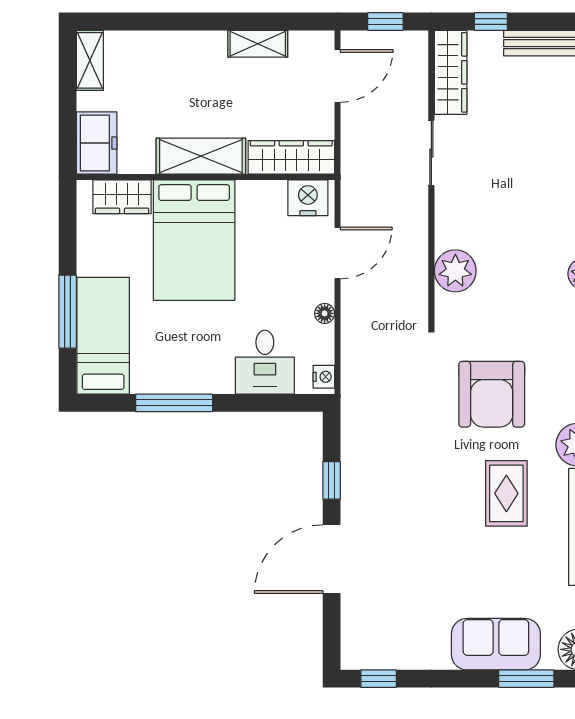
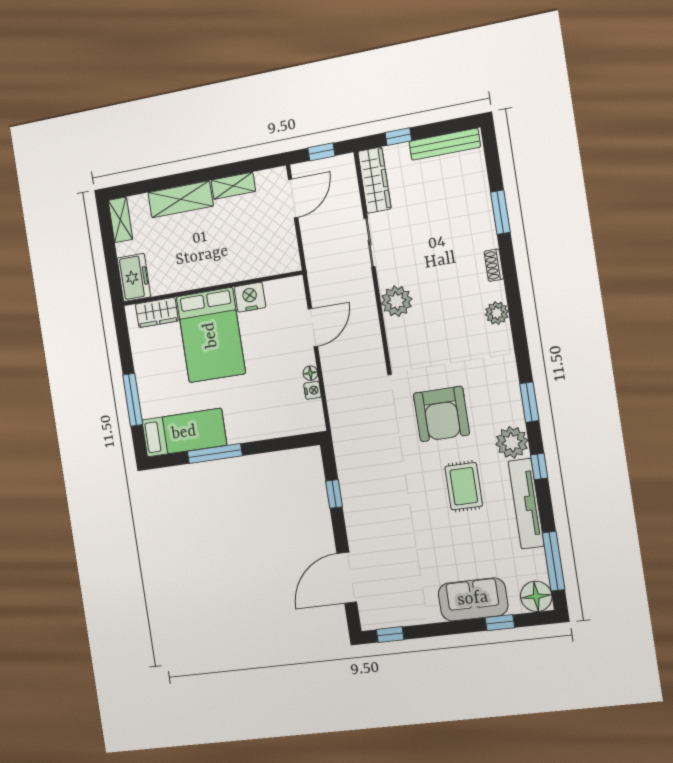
shelving: (201, 156) -> (181, 199), moved
wardrobe: (291, 157) -> (269, 264), removed
nightstand: (308, 198) -> (250, 297), moved
plant: (455, 271) -> (397, 301), moved
bed: (103, 336) -> (184, 433), moved, turned 90
desk: (265, 362) -> (273, 415), removed
nightstand: (324, 377) -> (313, 390), moved
door: (332, 559) -> (347, 578), moved
window: (526, 679) -> (500, 623), width x0.67

